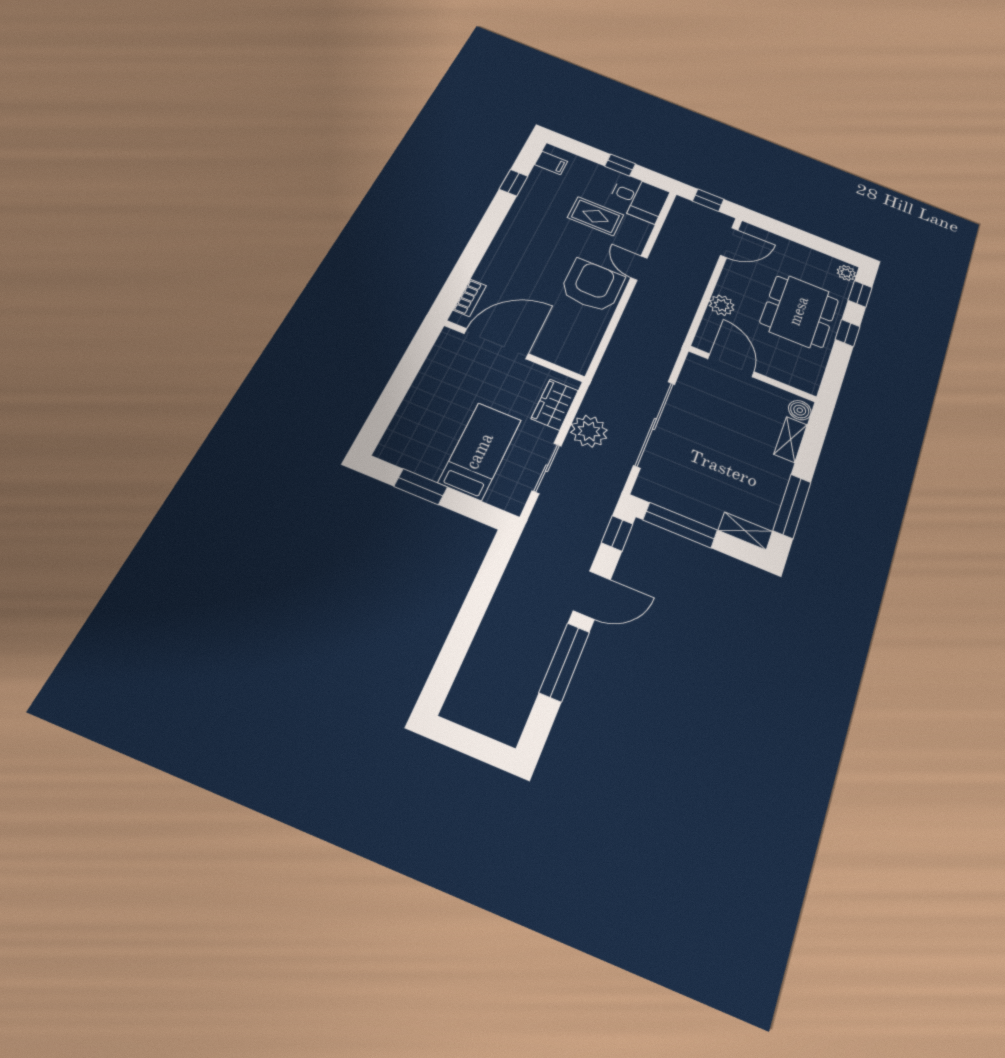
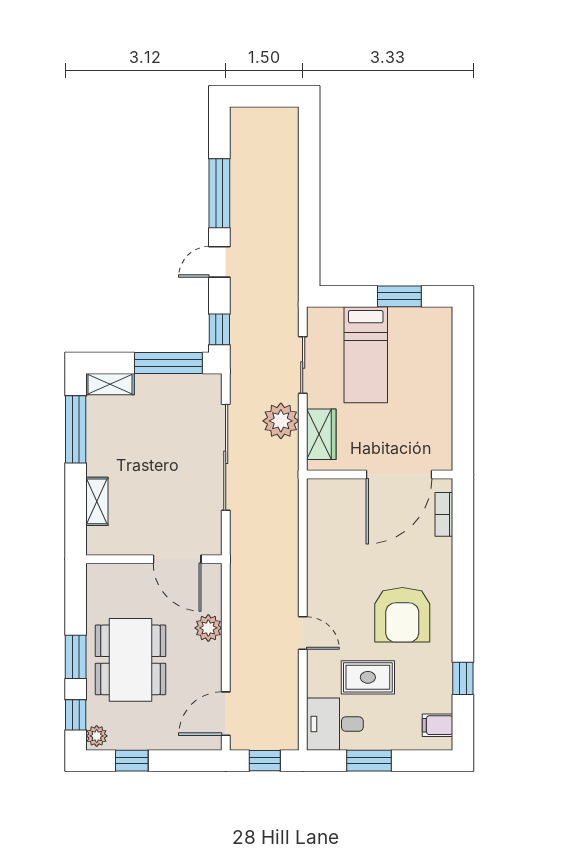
window: (620, 165) -> (369, 761), width x1.50
window: (821, 245) -> (132, 761), added
armchair: (592, 286) -> (402, 615), moved
window: (847, 333) -> (76, 657), width x1.50
boiler: (800, 410) -> (97, 539), removed
door: (592, 595) -> (219, 262), width x0.73

